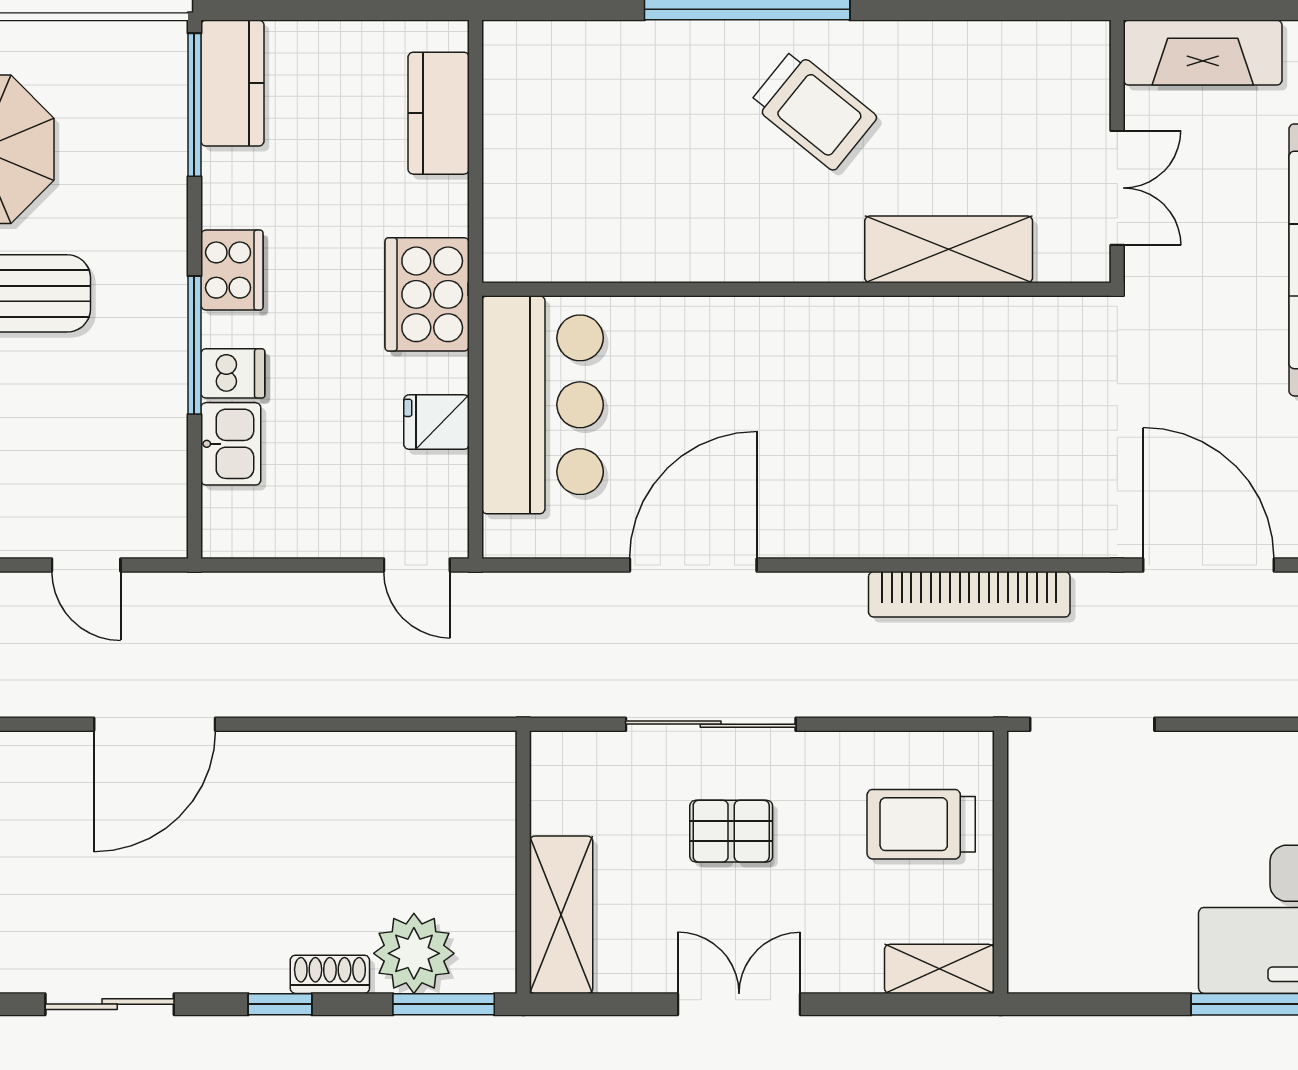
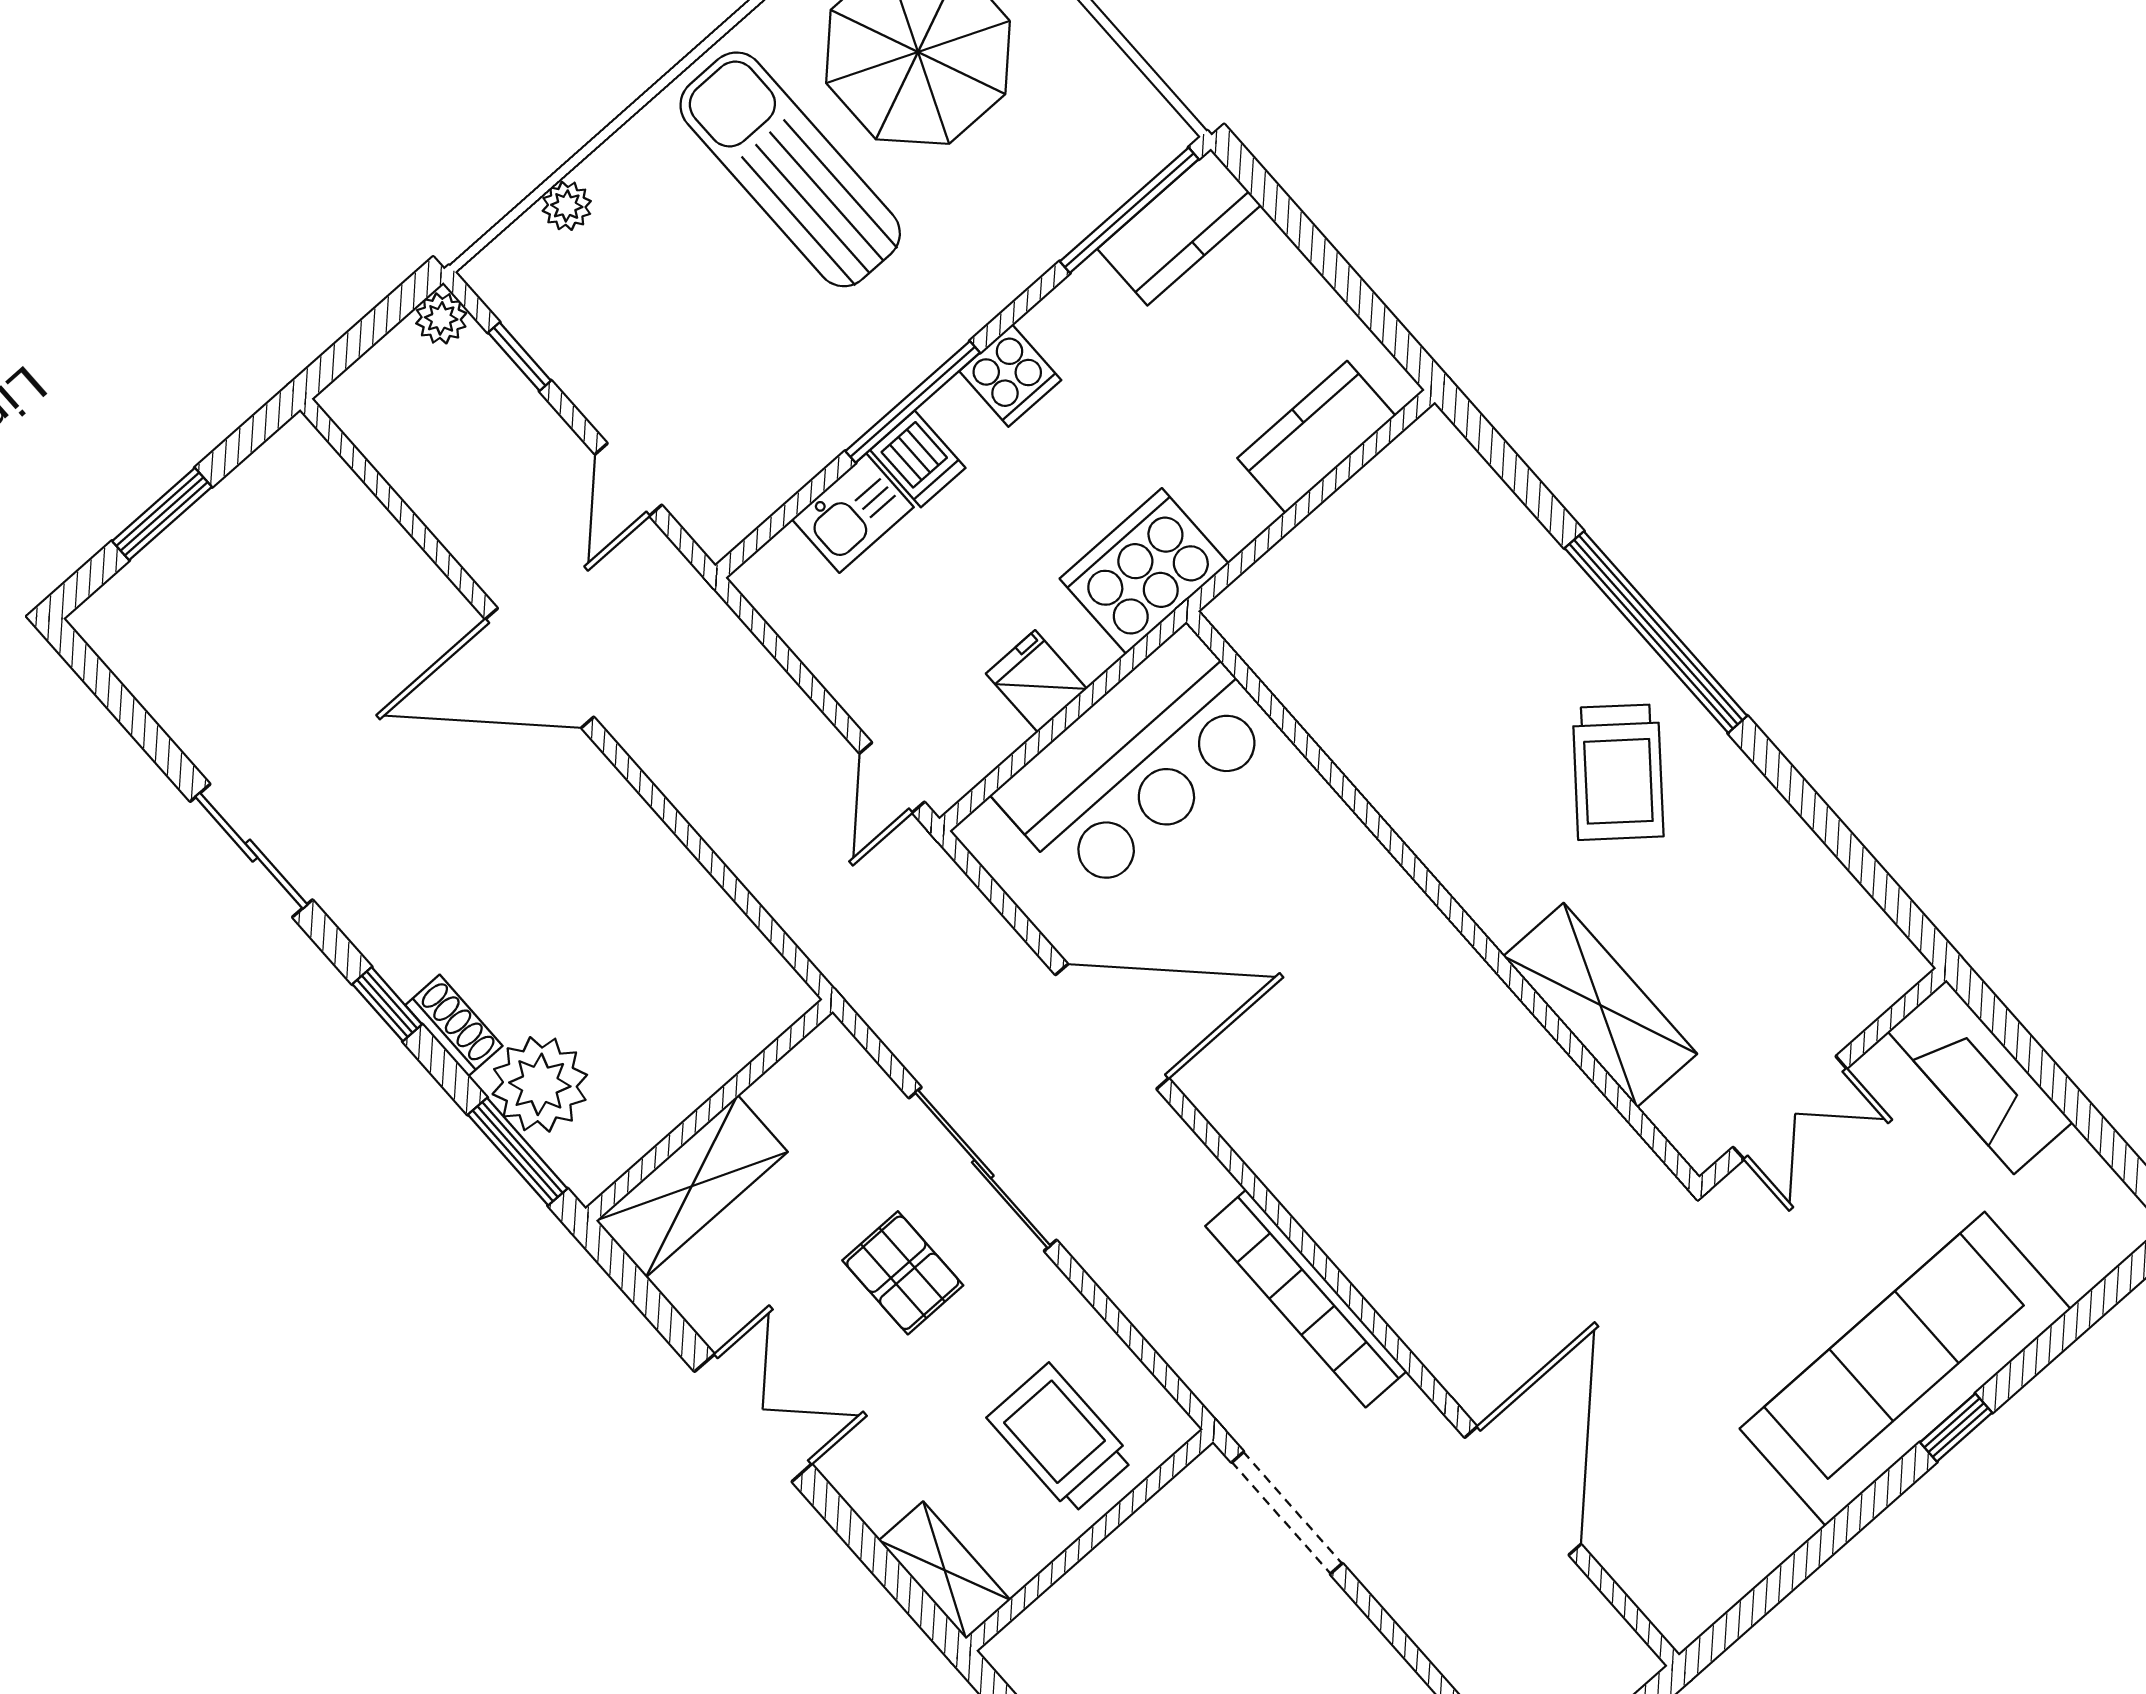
cooker: (232, 270) -> (1010, 376), width x0.73

